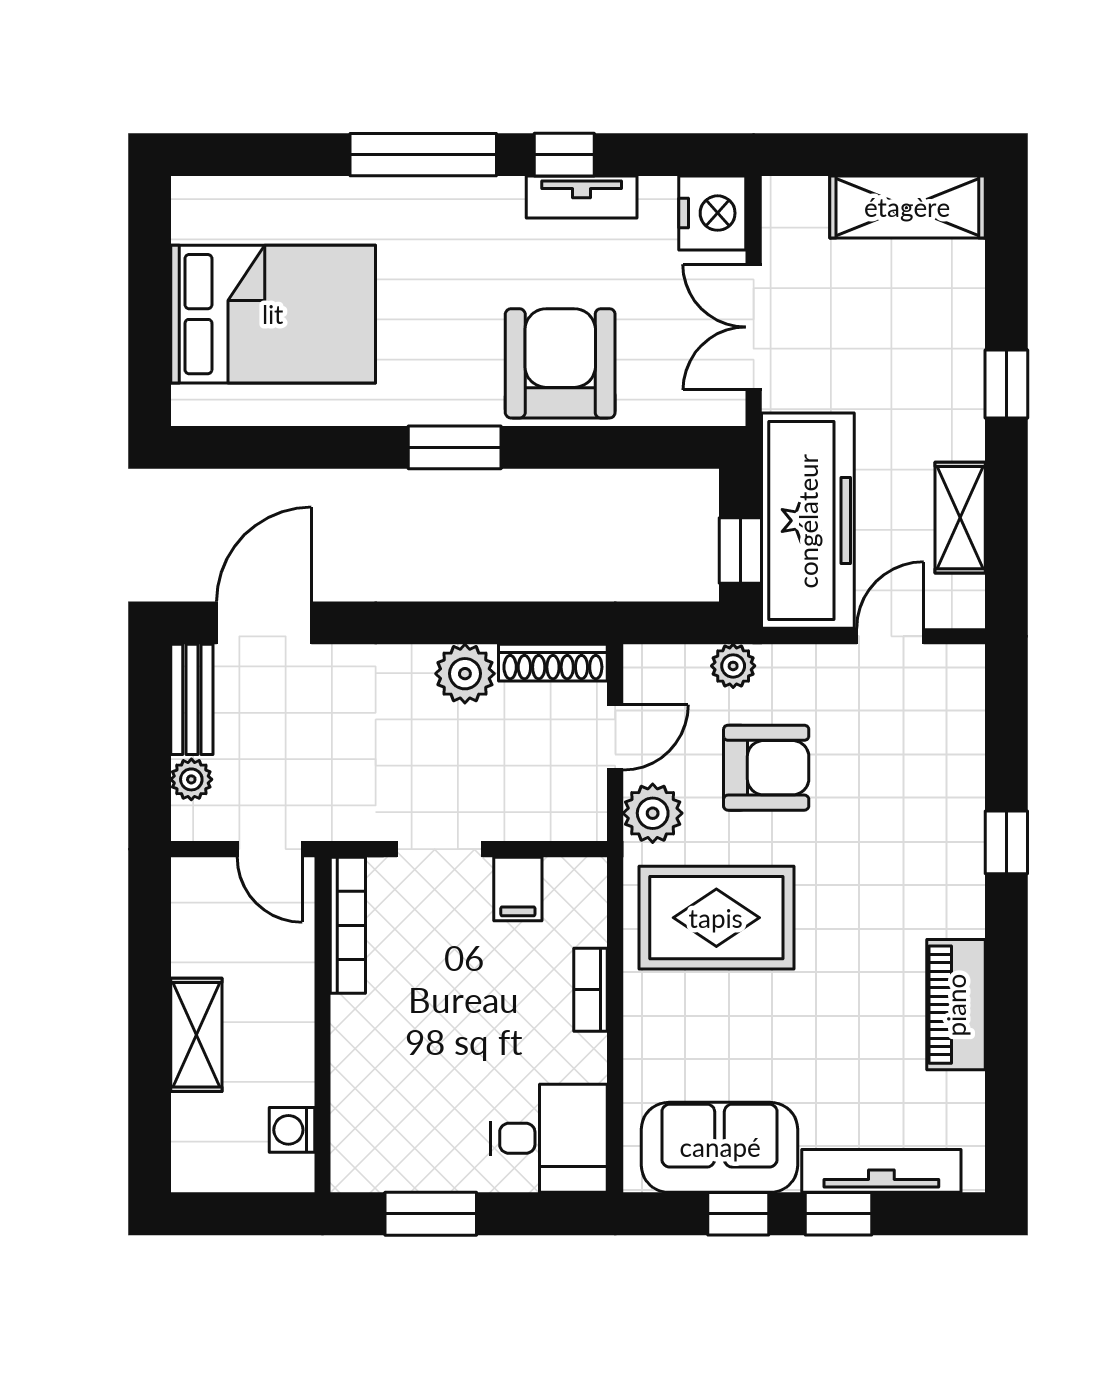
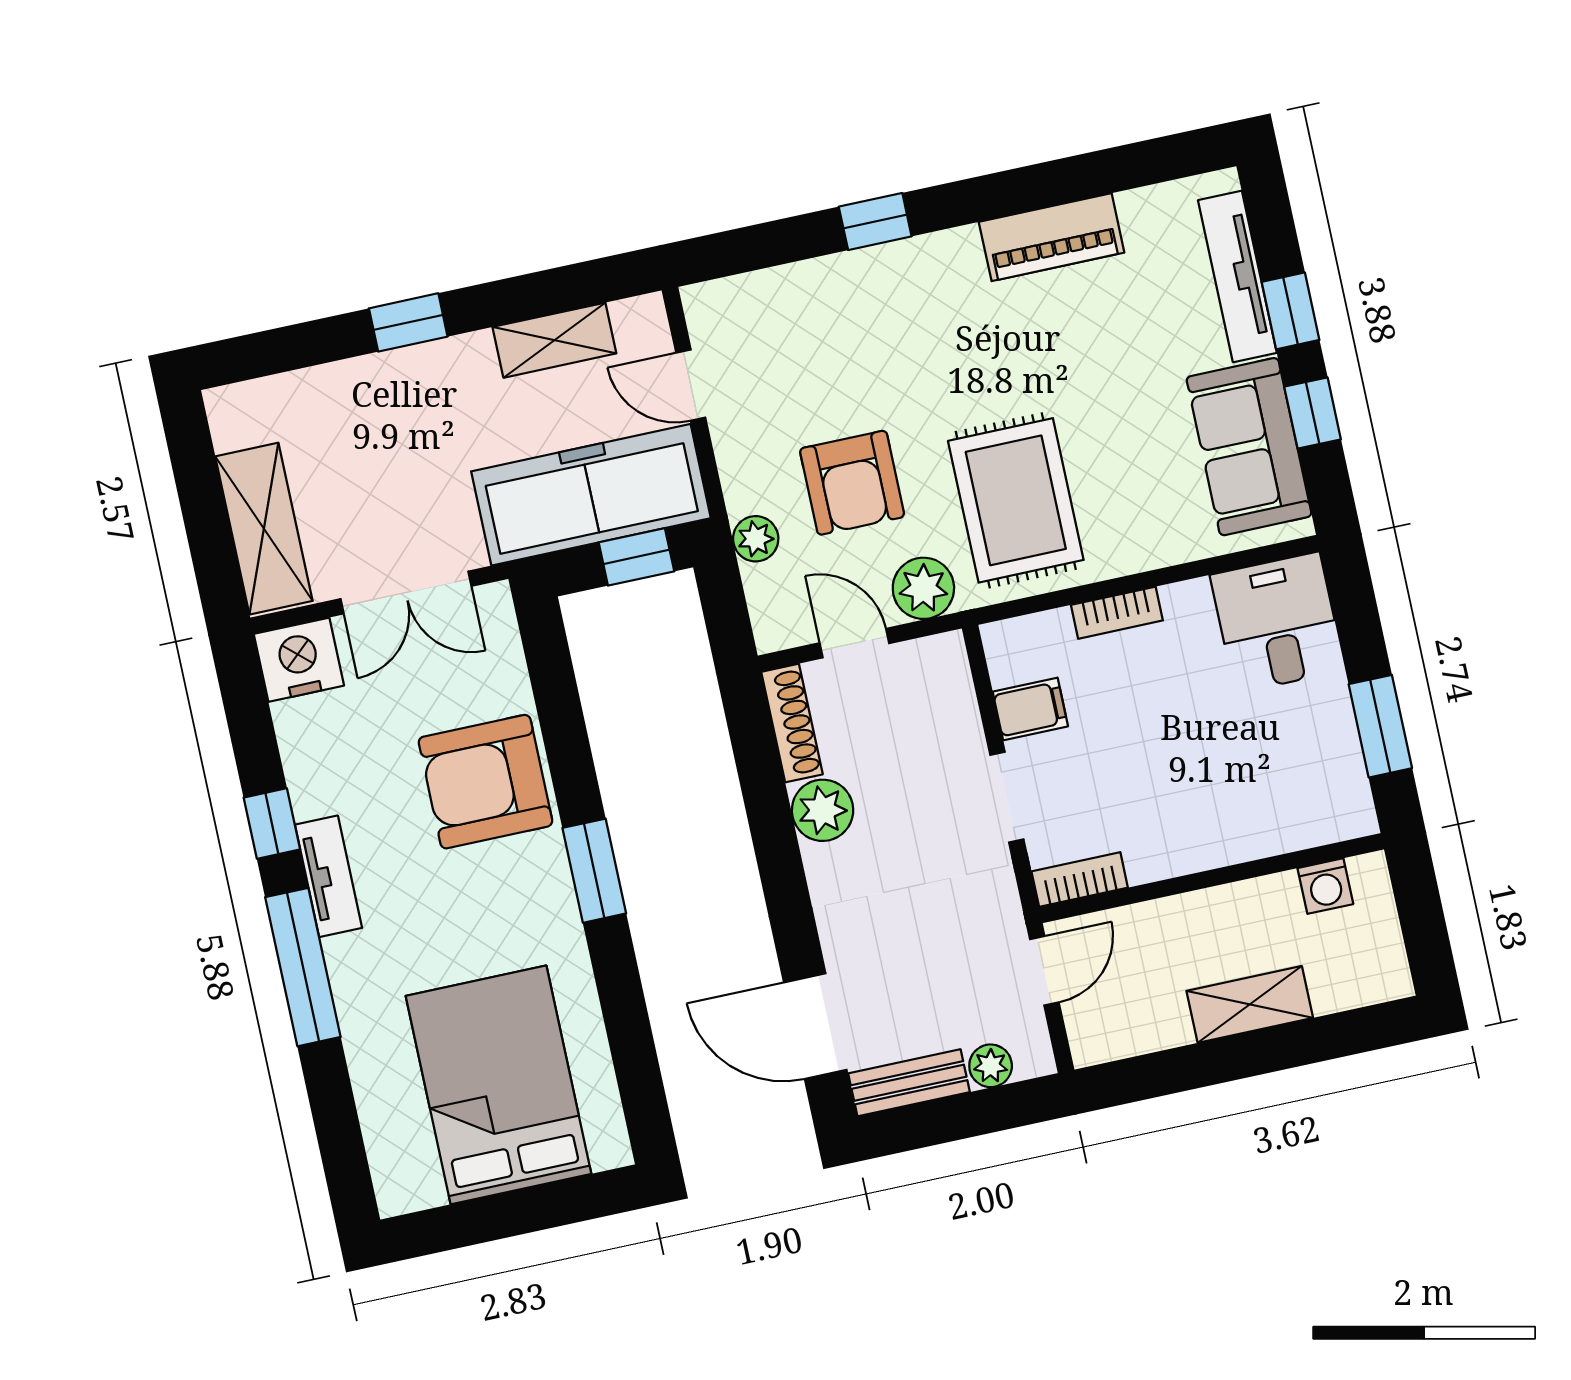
tv unit: (582, 197) -> (328, 876), moved
shelving: (907, 207) -> (264, 529), moved
armchair: (766, 768) -> (852, 483), turned 180
bookcase: (348, 925) -> (1080, 879), width x0.64

